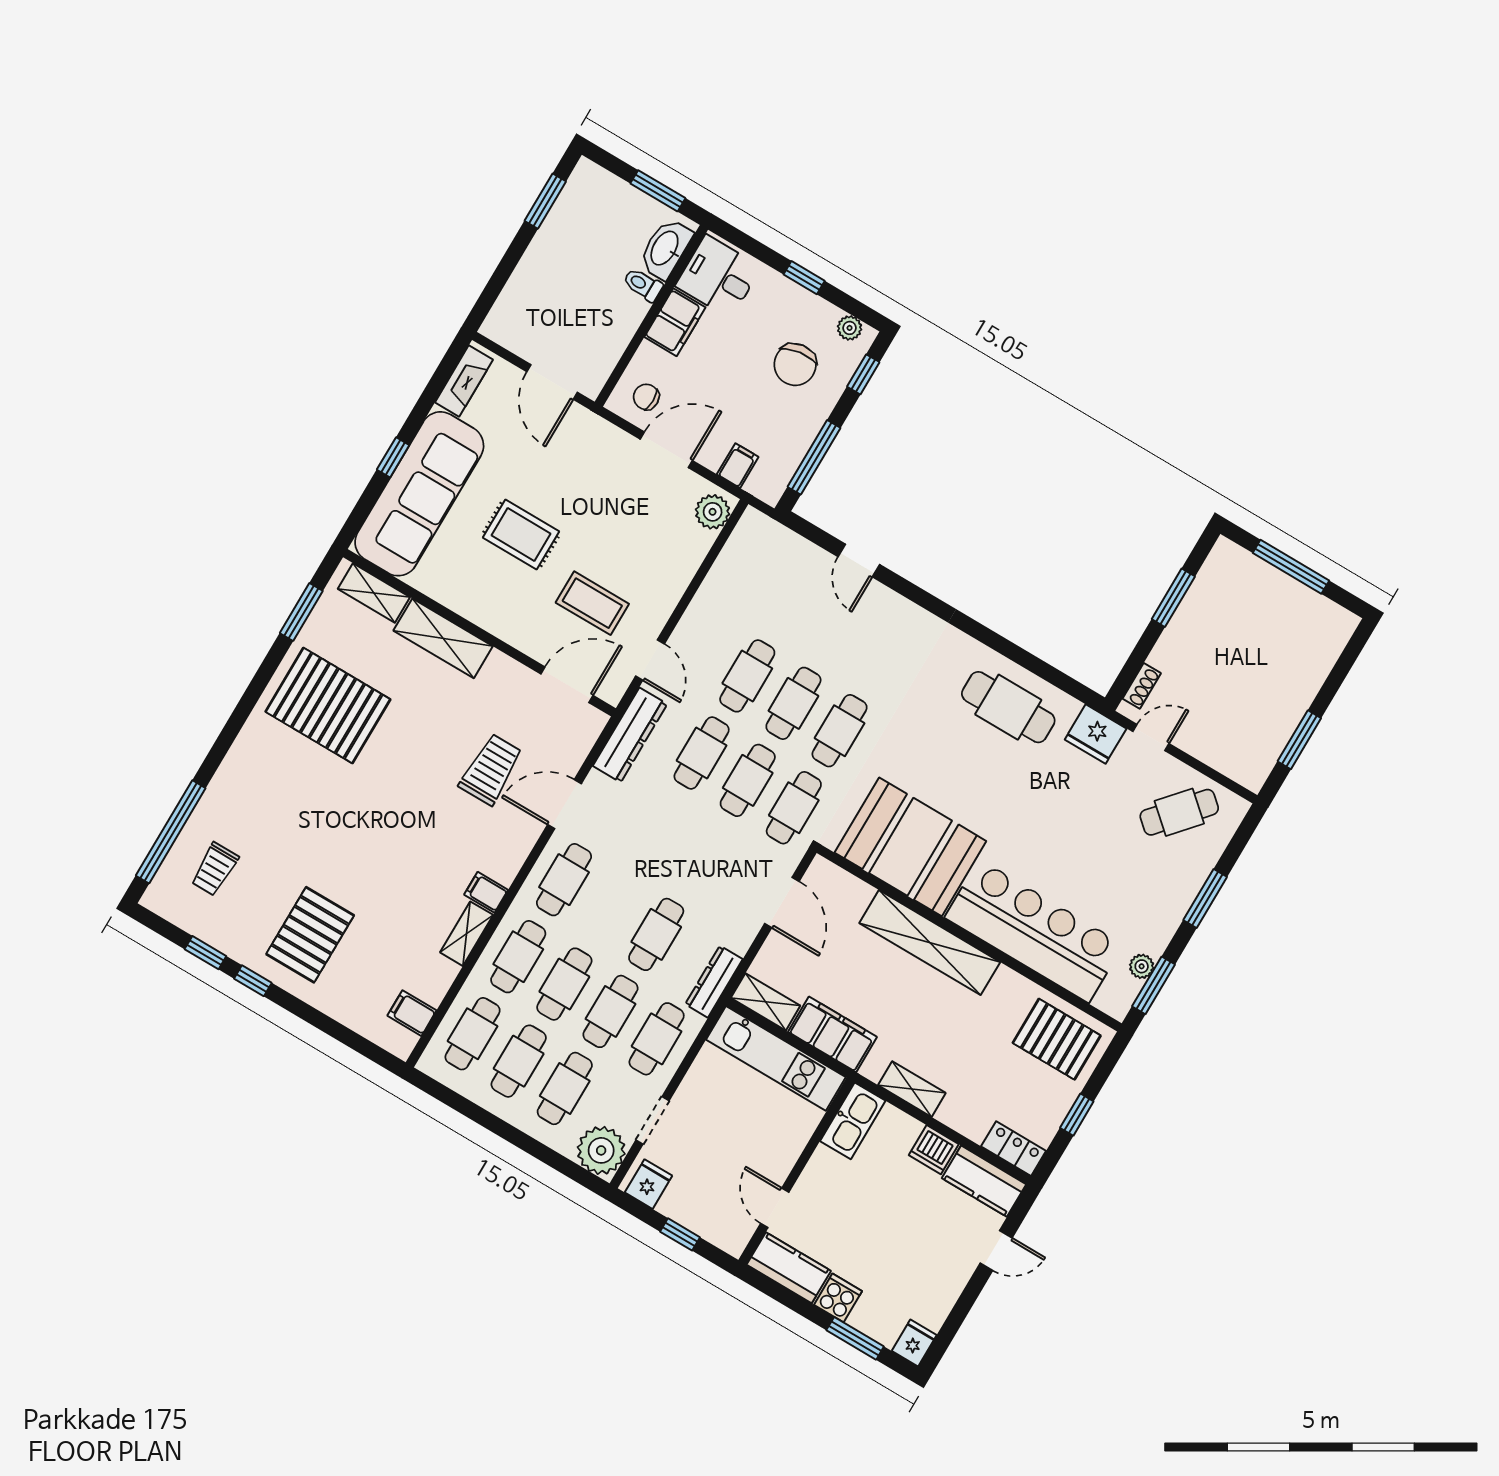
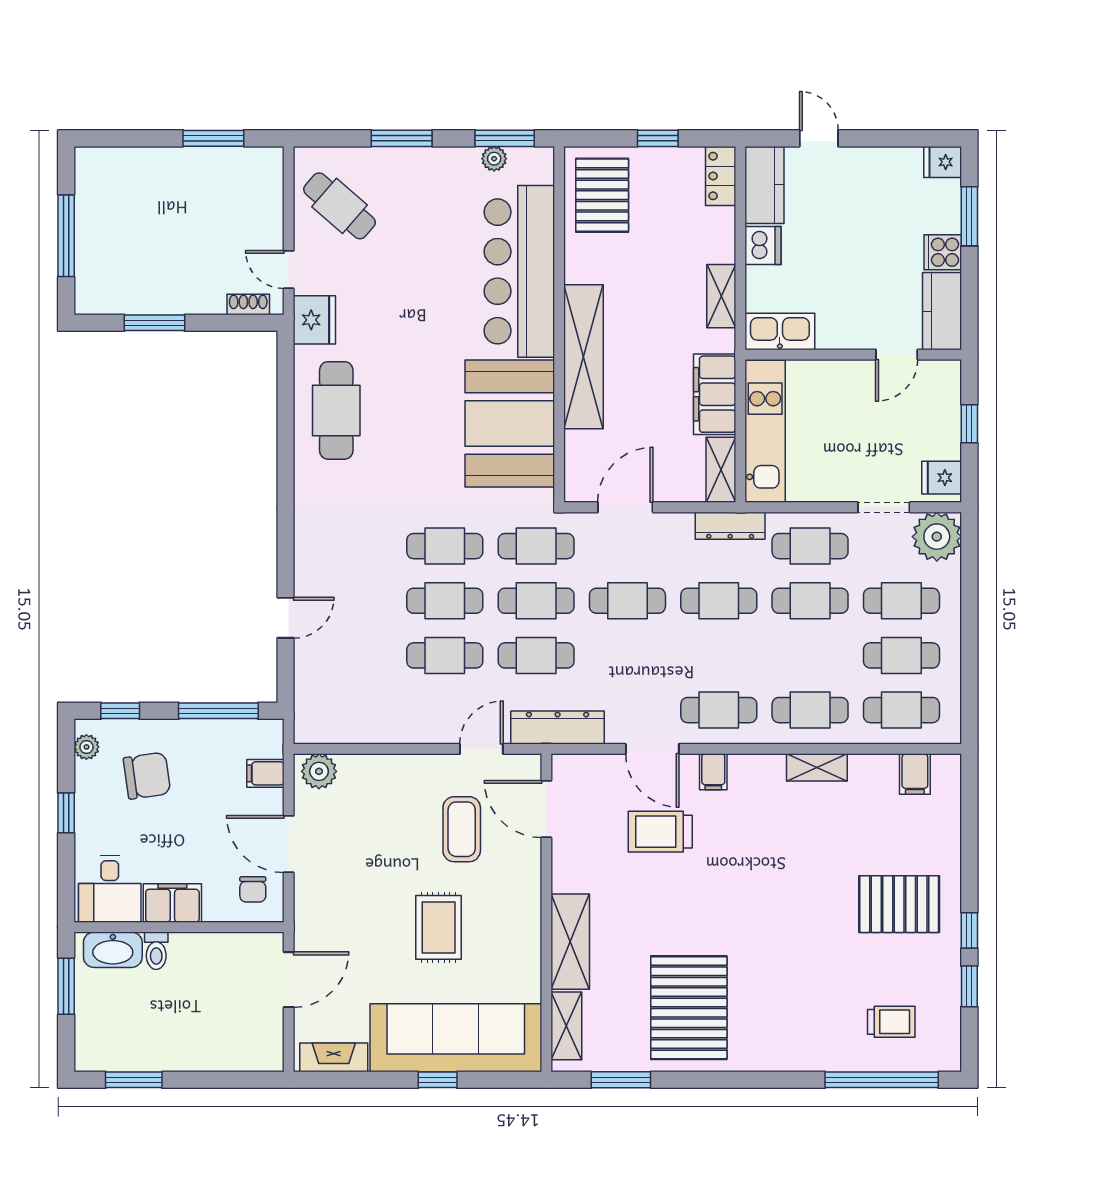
filing cabinet: (486, 892) -> (713, 772), moved
cafe table: (564, 984) -> (627, 601), moved

